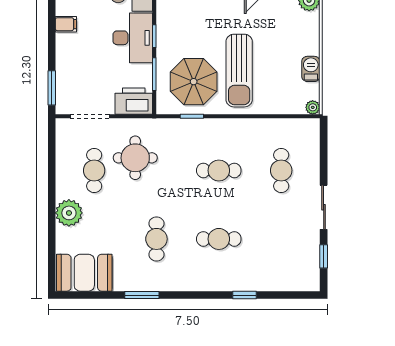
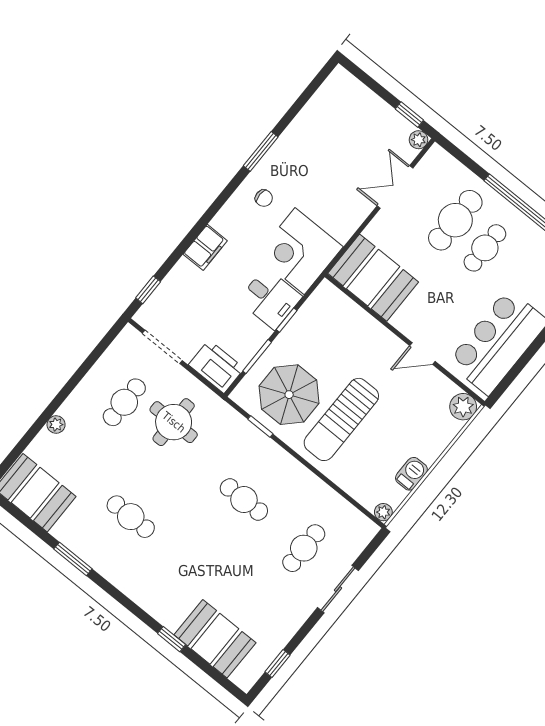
filing cabinet: (66, 24) -> (205, 247), width x2.00
desk: (133, 38) -> (270, 298), width x0.73
window: (52, 88) -> (148, 290), width x0.67
sliding door: (324, 207) -> (338, 589), moved
plant: (69, 213) -> (56, 425), width x0.53, depth x0.53
cafe table: (156, 239) -> (131, 517), turned 90
cafe table: (219, 239) -> (191, 565), removed
booth: (272, 273) -> (215, 639), added

